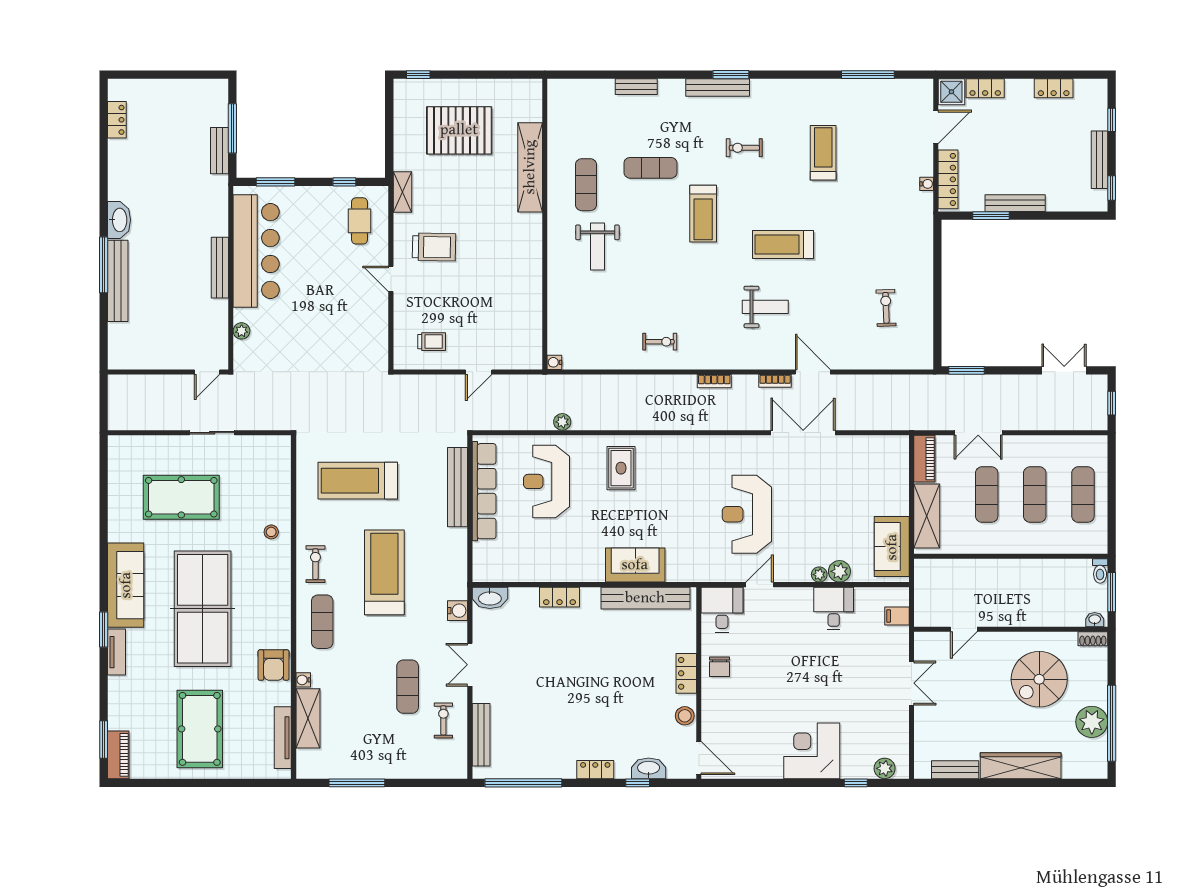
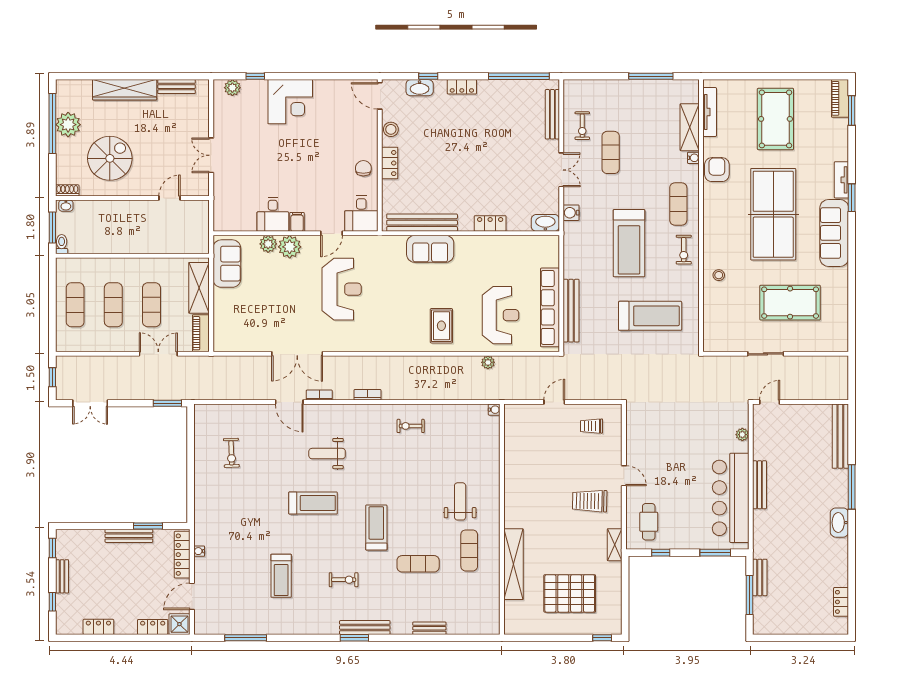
bench: (1099, 160) -> (62, 576), width x0.73
bench: (118, 281) -> (840, 436), moved
plant: (819, 575) -> (290, 247), width x1.88, depth x1.88
filing cabinet: (897, 616) -> (297, 222), moved, turned -90

